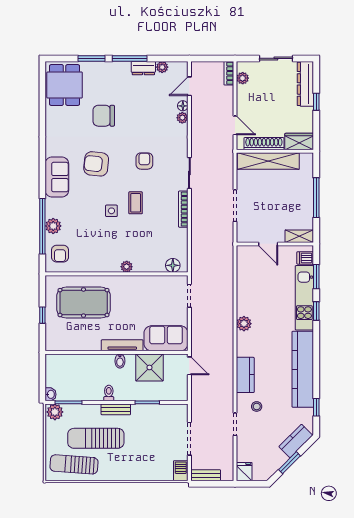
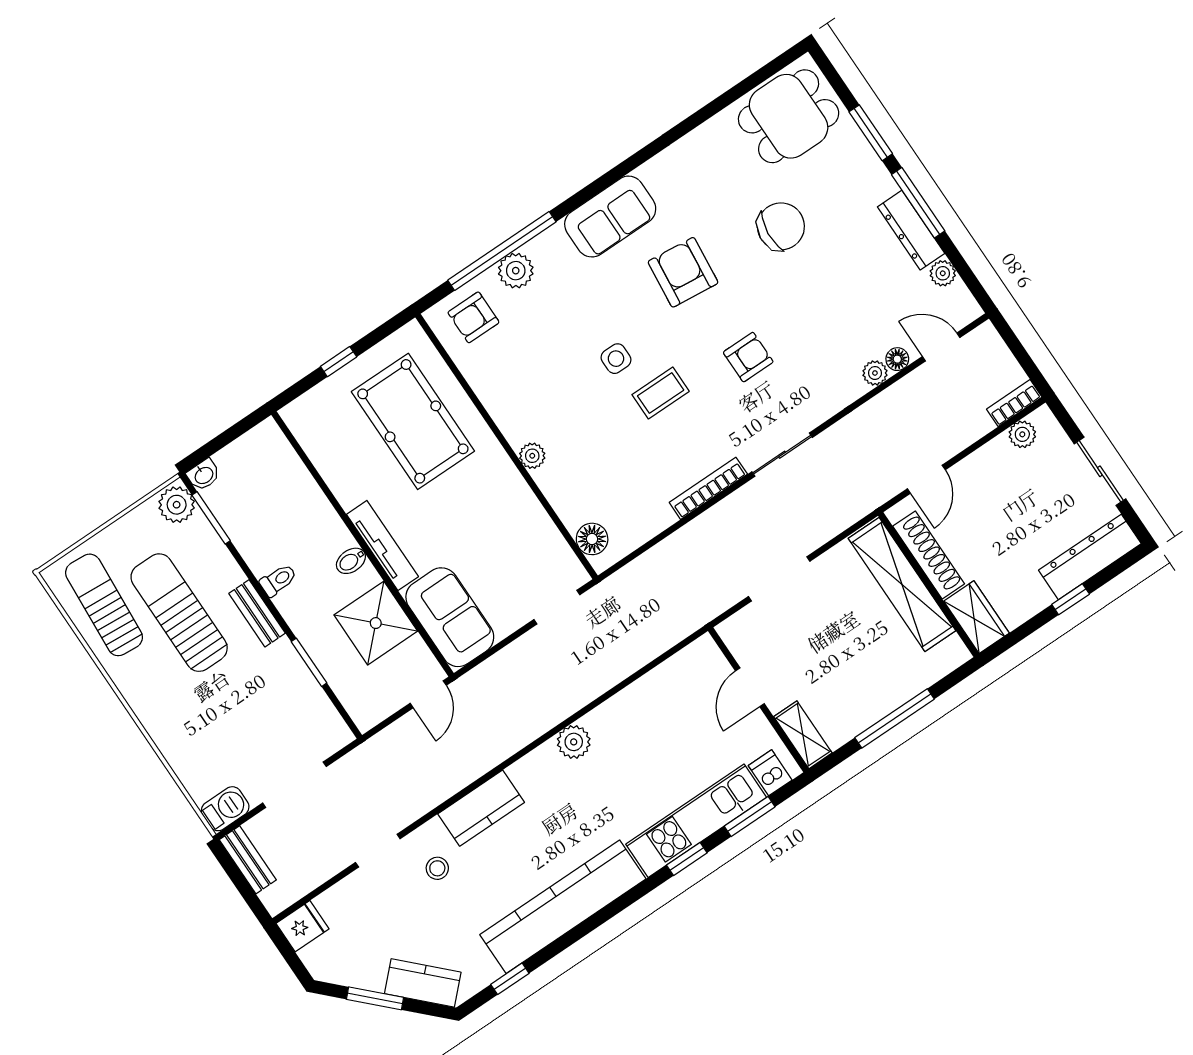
dresser: (143, 68) -> (911, 230), width x1.44
chair: (104, 116) -> (781, 226), turned 95

